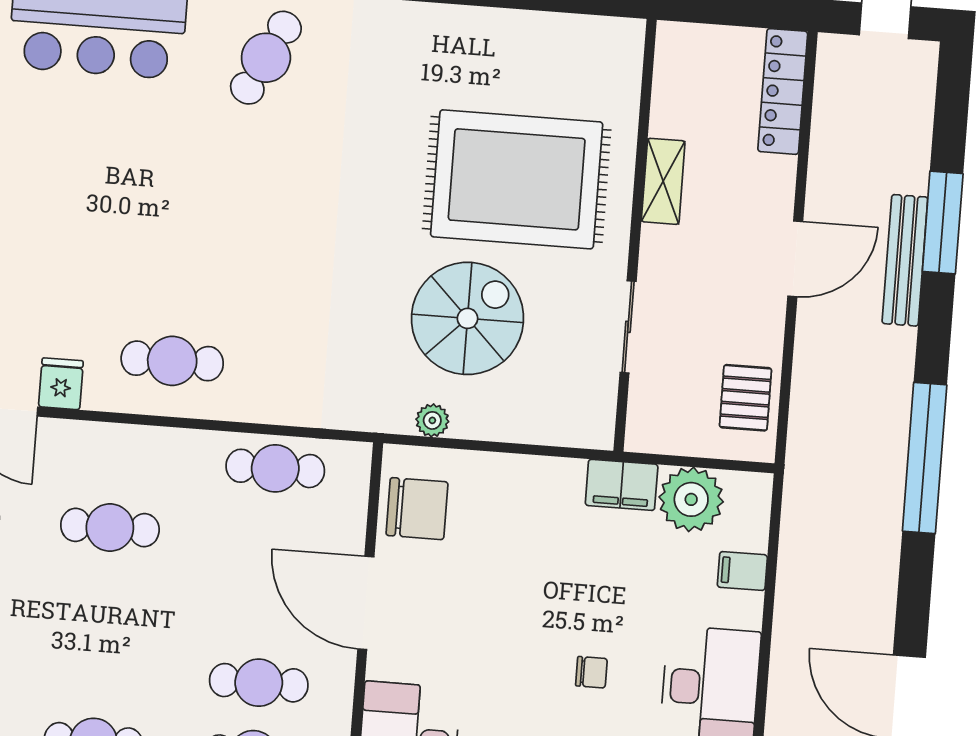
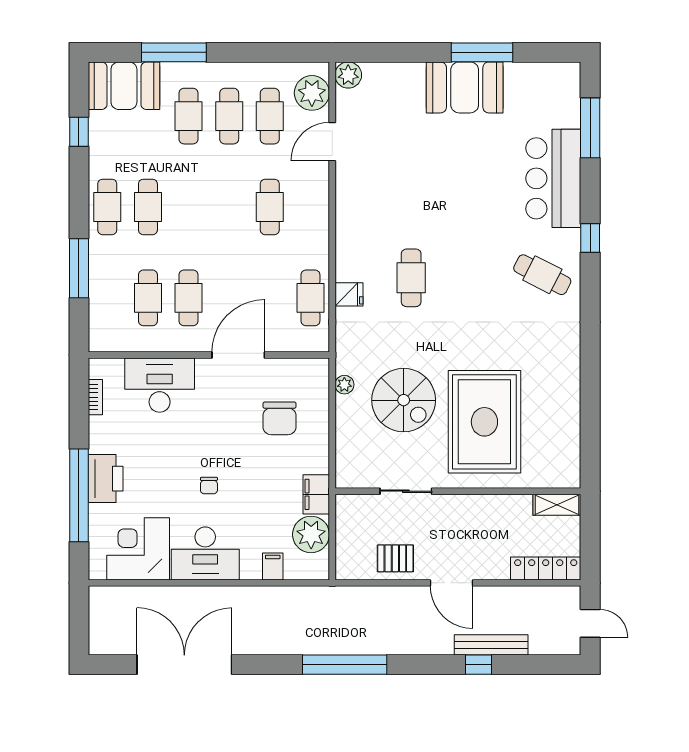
shelving: (663, 181) -> (557, 505), moved
window: (943, 223) -> (479, 665), width x0.46
bench: (905, 260) -> (491, 645), moved
cafe table: (172, 361) -> (411, 278), moved
fridge: (61, 384) -> (349, 294), moved
pallet: (745, 398) -> (395, 558), moved
chair: (417, 509) -> (280, 418), moved

